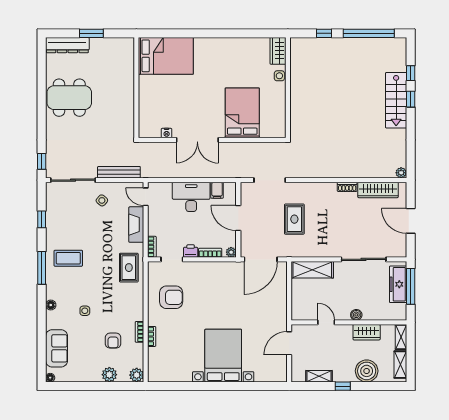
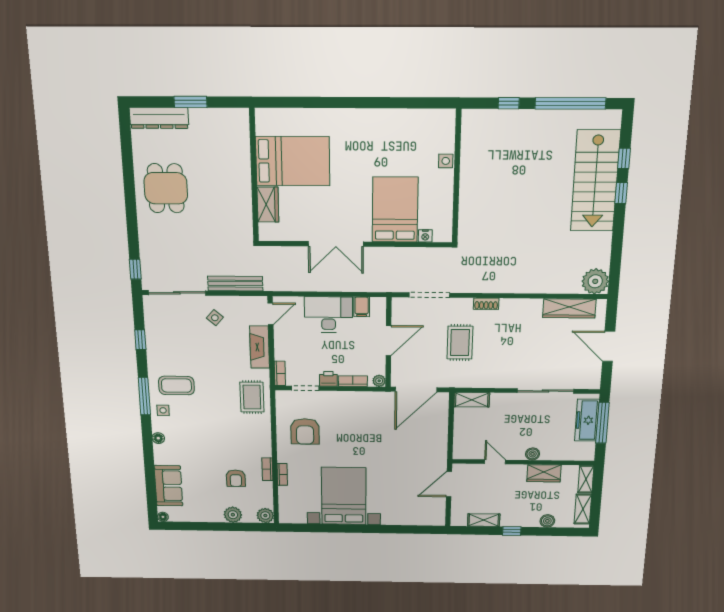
wardrobe: (278, 51) -> (268, 205), moved, turned 180
bed: (166, 56) -> (293, 161), moved
dining table: (69, 98) -> (166, 188), width x0.73
stairs: (396, 100) -> (595, 181), width x1.36, depth x1.51
nightstand: (167, 133) -> (425, 236), moved
plant: (401, 173) -> (595, 281), width x1.88, depth x1.88
shoe rack: (347, 187) -> (486, 304), moved
door: (146, 197) -> (270, 314), swing flipped
door: (238, 218) -> (388, 341), swing flipped
shelving: (312, 270) -> (472, 400), width x0.67, depth x0.75
armchair: (171, 297) -> (305, 431), turned 90
side table: (85, 311) -> (163, 410), moved
bed with nightstands: (223, 356) -> (344, 496), moved
boiler: (367, 371) -> (547, 521), width x0.54, depth x0.54

